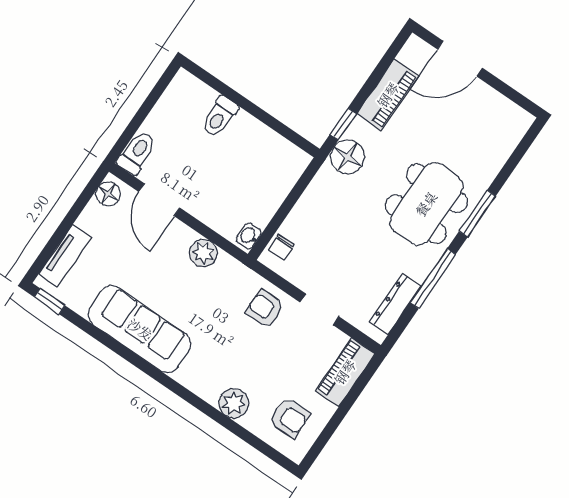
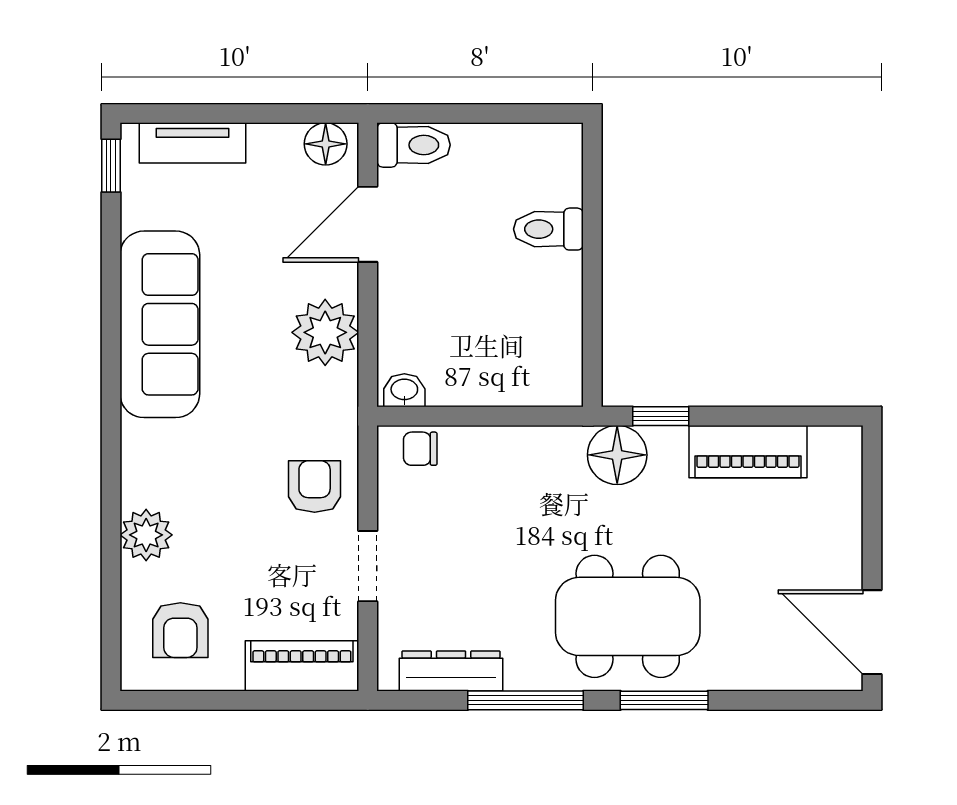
door: (460, 59) -> (872, 632), moved
plant: (203, 253) -> (325, 332), width x1.36, depth x1.36

